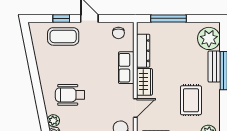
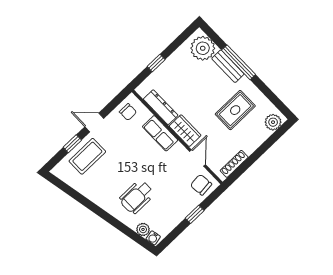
window: (168, 18) -> (156, 63), width x0.46
rug: (191, 100) -> (235, 110), turned 90

